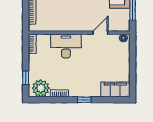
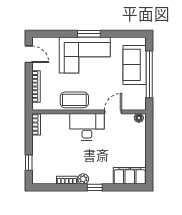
coffee table: (66, 22) -> (74, 100), added
desk: (66, 46) -> (87, 127), moved
plant: (41, 88) -> (83, 179), moved, width x0.53, depth x0.53

